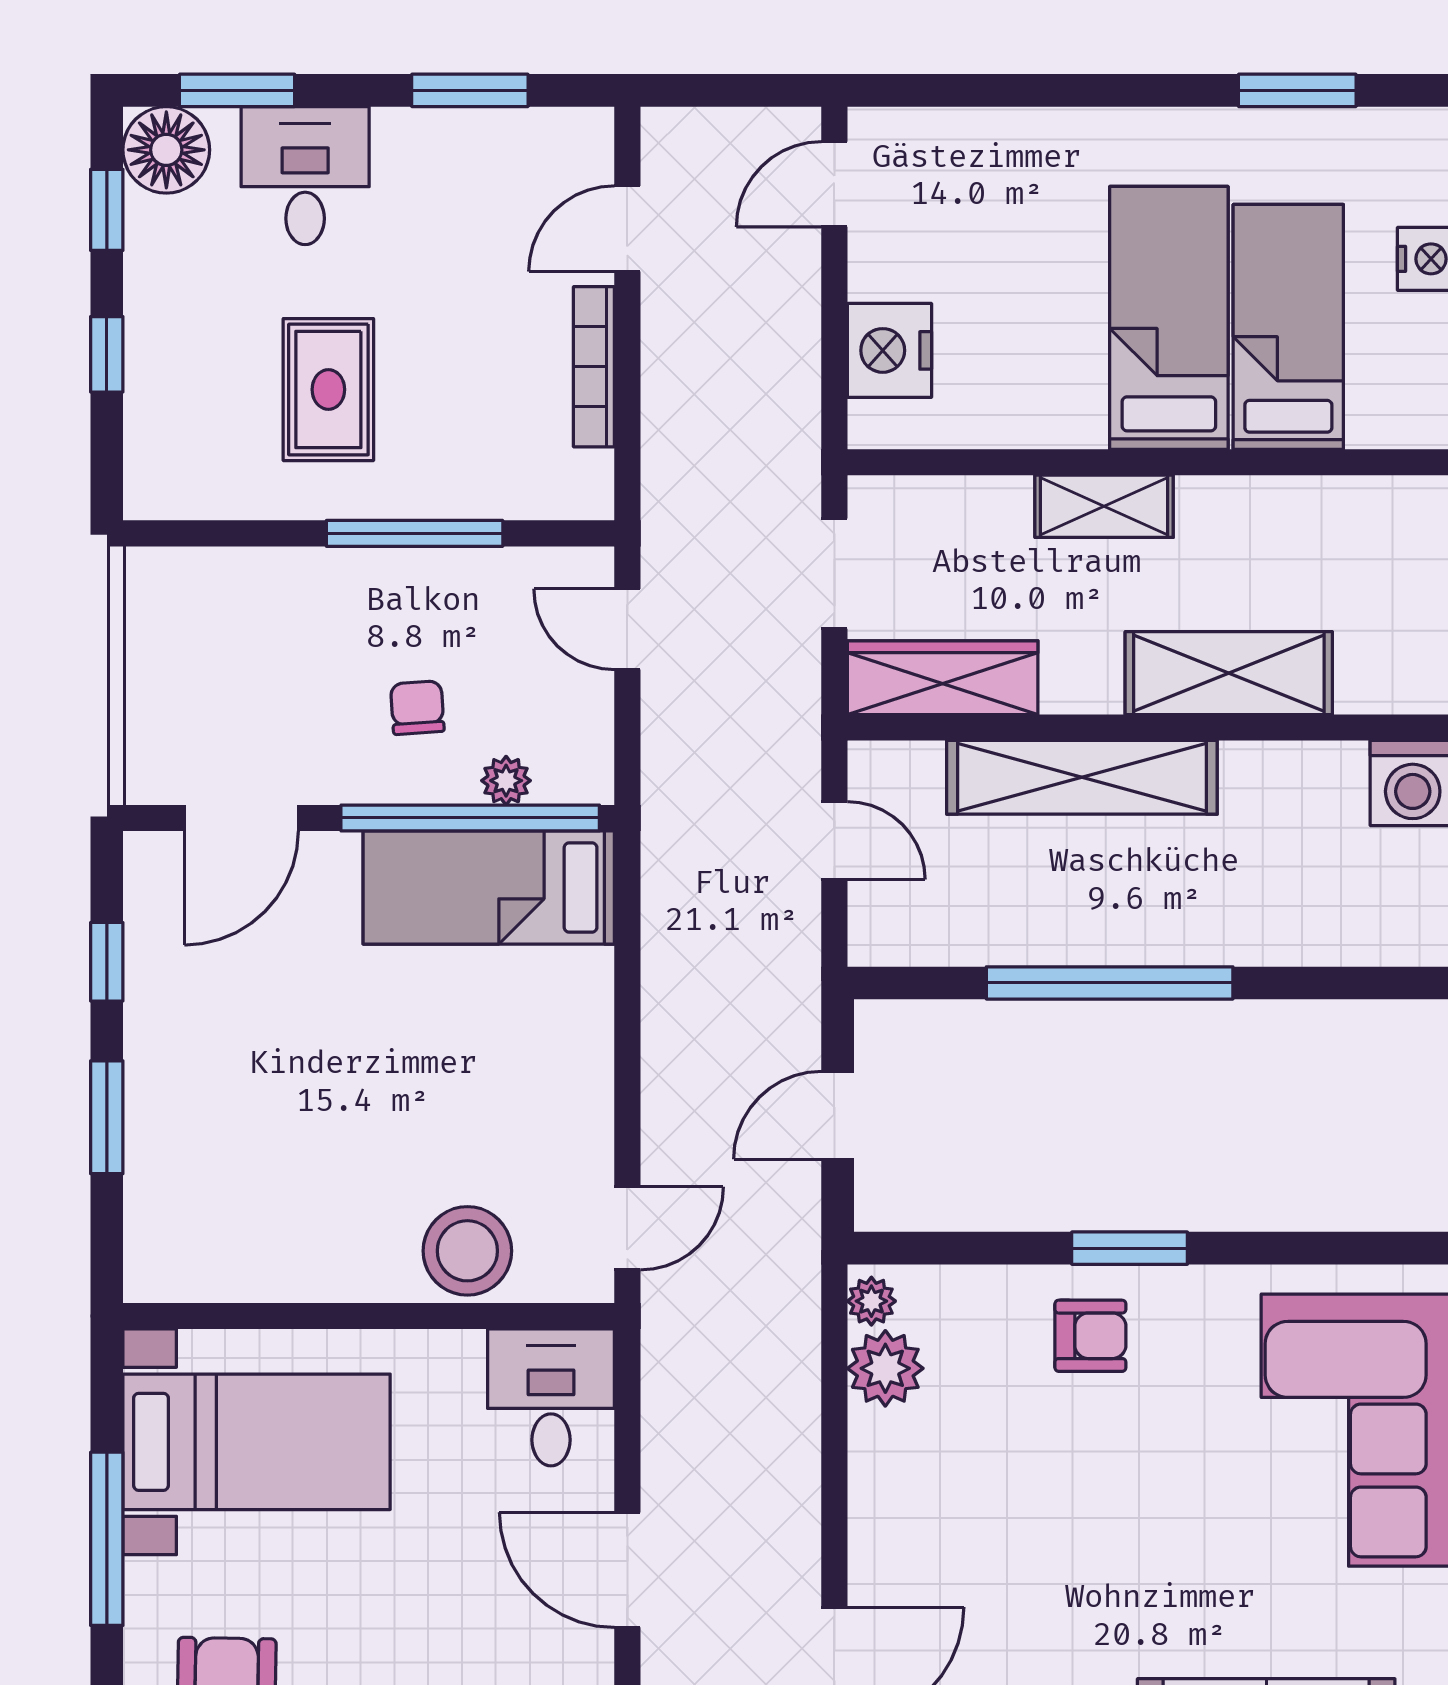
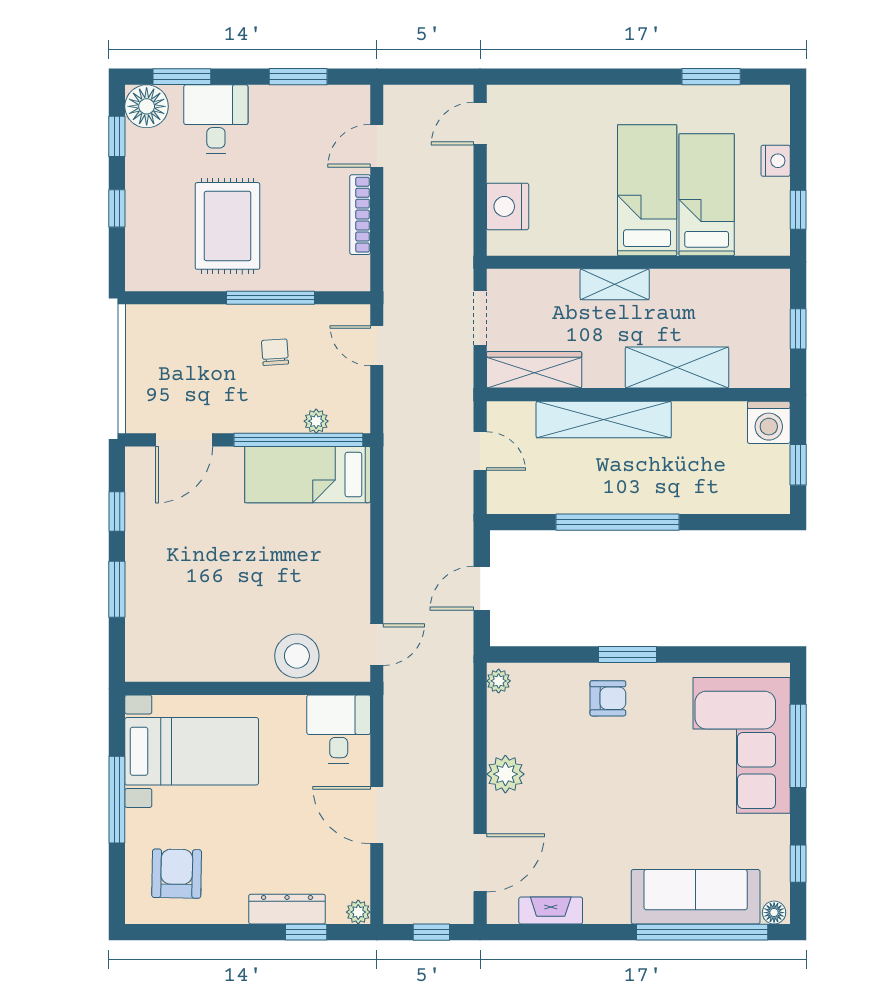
rug: (328, 390) -> (228, 226), width x1.36, depth x1.43
chair: (417, 708) -> (275, 352), moved
plant: (885, 1368) -> (505, 774), moved

